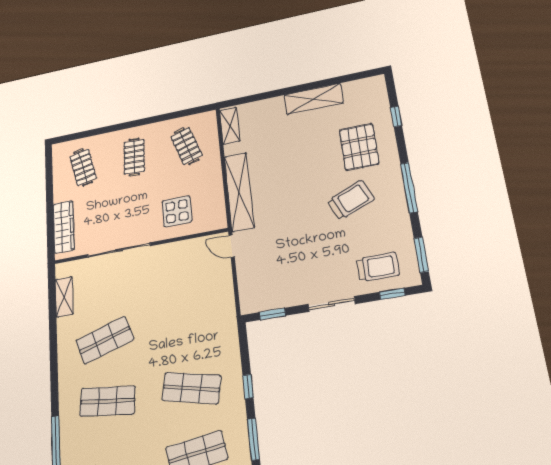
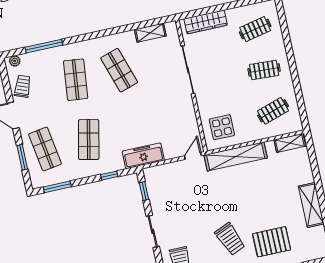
display table: (177, 211) -> (222, 127), moved
freezer: (224, 313) -> (143, 156), added
window: (248, 386) -> (109, 176), moved

